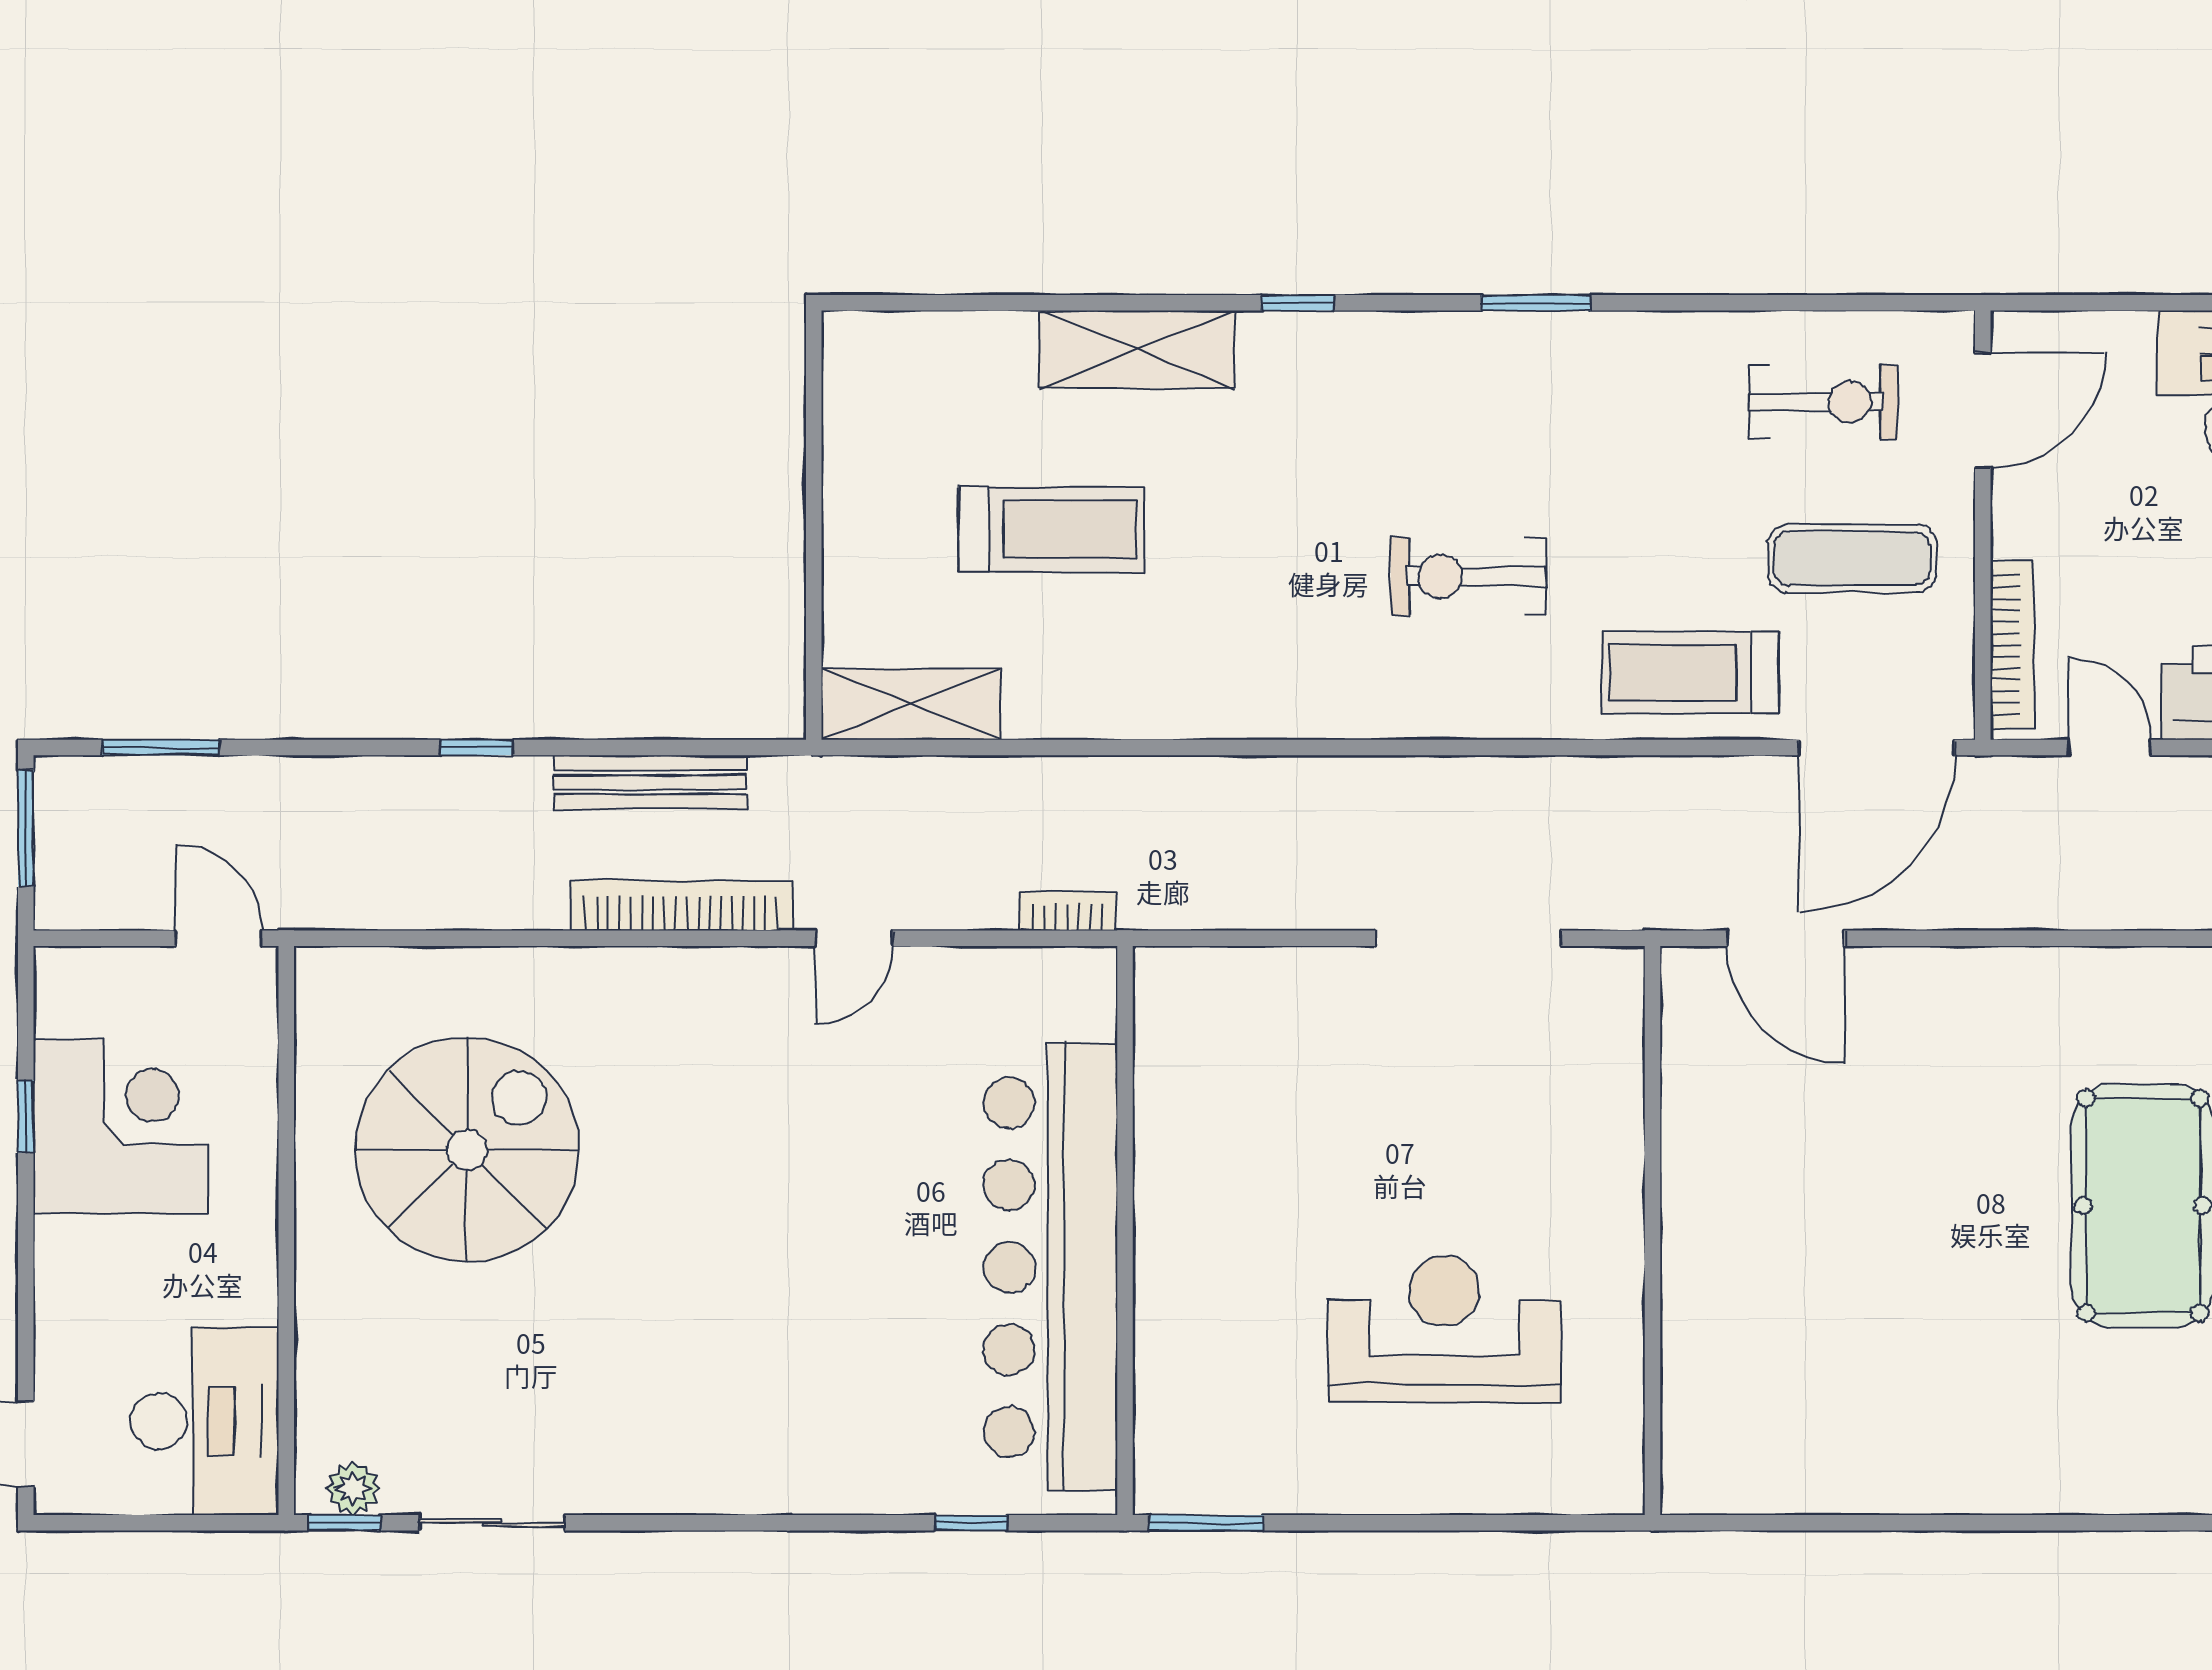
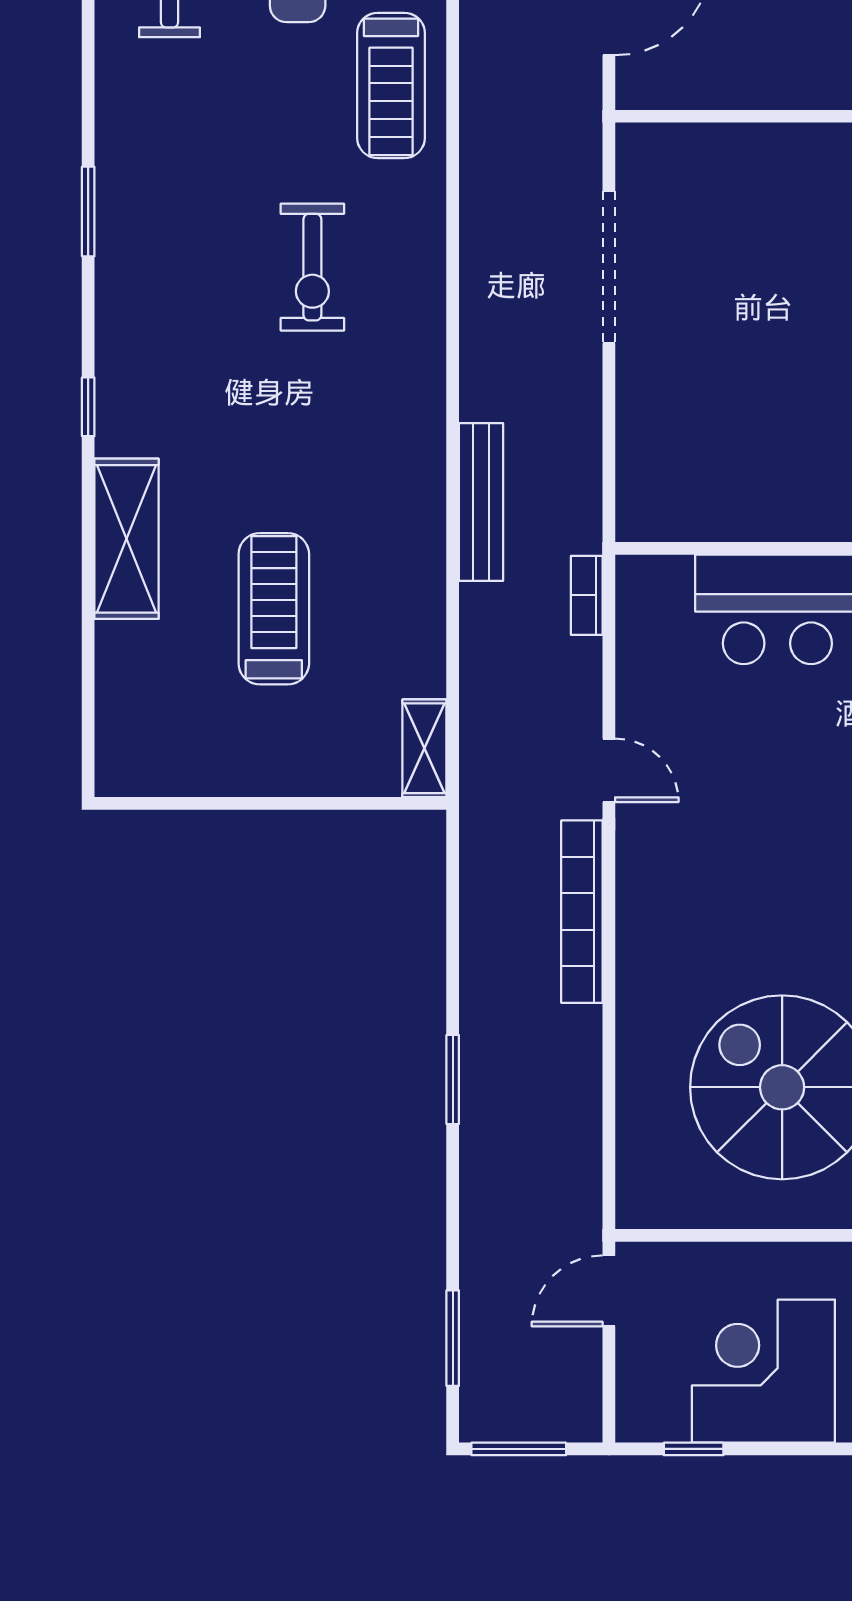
shelving: (911, 704) -> (424, 748), width x0.67, depth x0.75
window: (477, 748) -> (453, 1080), width x1.50
bench: (650, 782) -> (481, 502), moved
window: (26, 1116) -> (694, 1449), moved

